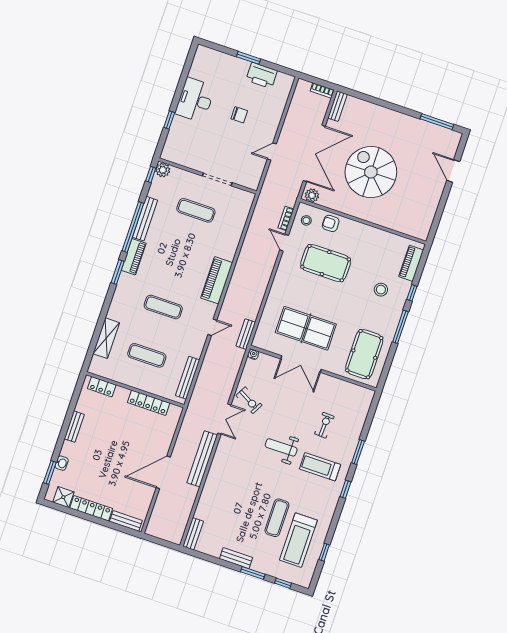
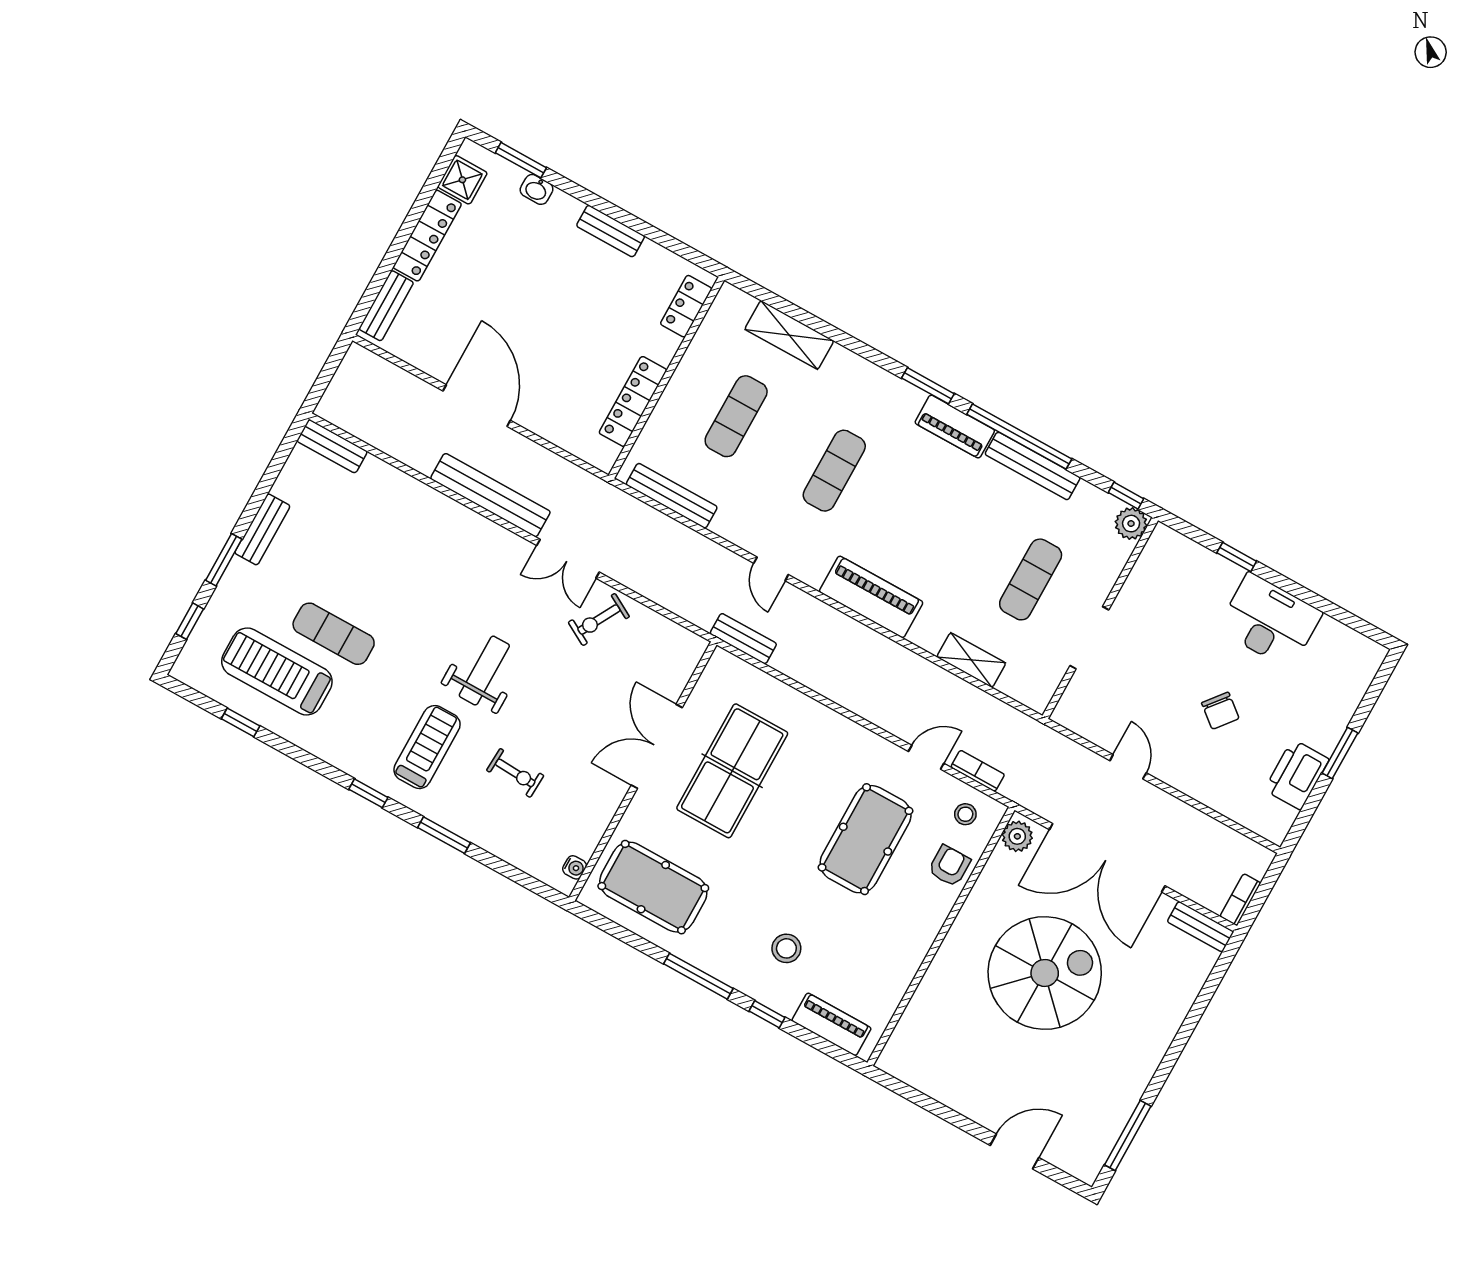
chair: (239, 115) -> (1220, 711), turned -51
shelving: (237, 230) -> (971, 660), added
water cooler: (253, 354) -> (575, 867), moved

